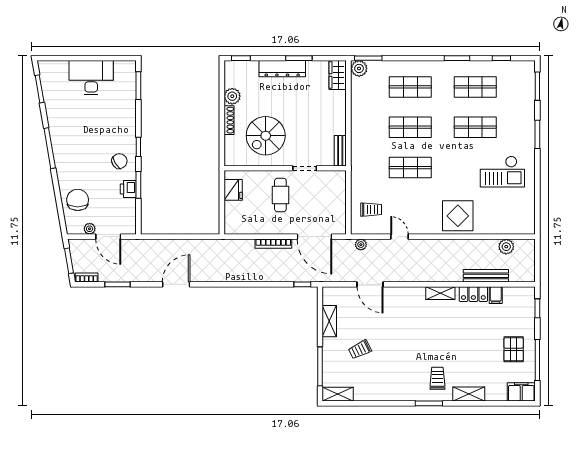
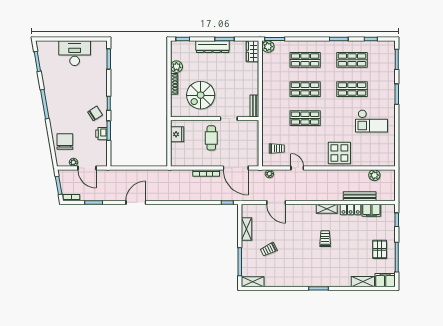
filing cabinet: (496, 295) -> (371, 210), width x2.00
trolley: (437, 378) -> (325, 239), moved
shelving: (469, 394) -> (363, 282), moved

